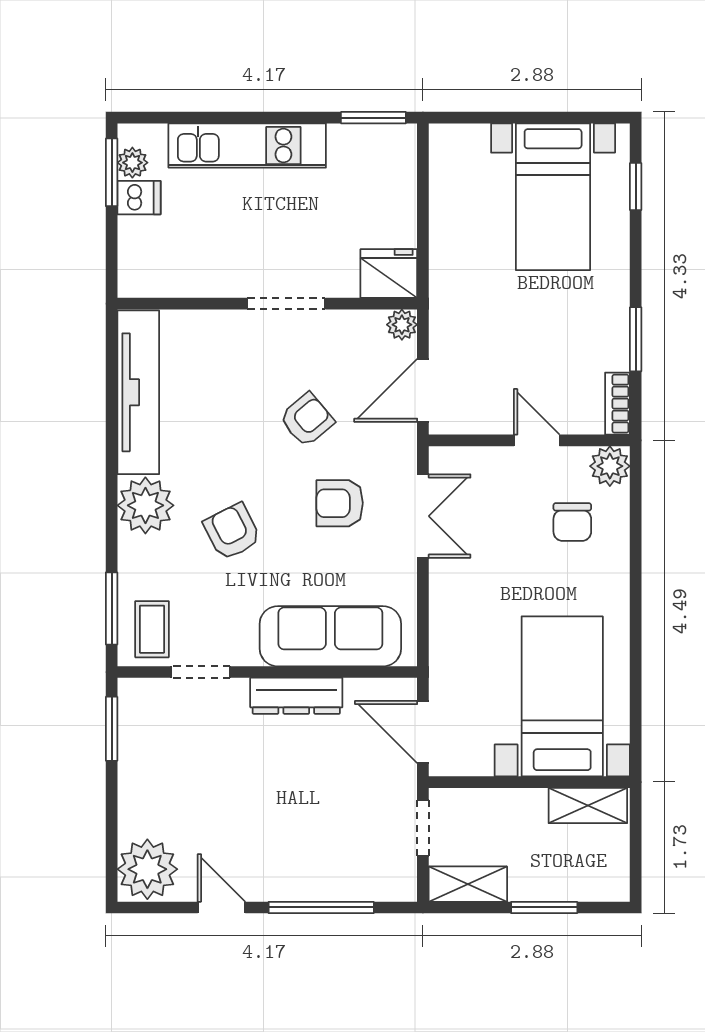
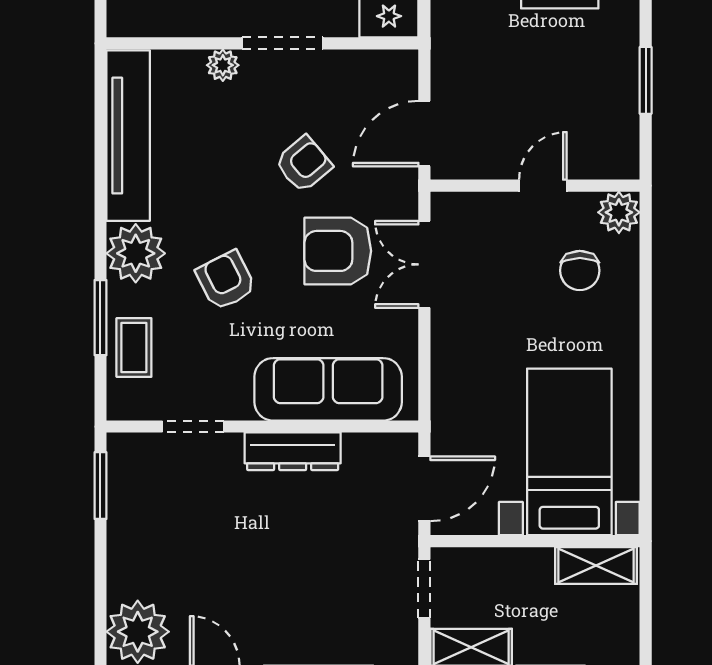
plant: (402, 325) -> (223, 65), moved
bookcase: (617, 404) -> (627, 147), removed
door: (537, 440) -> (543, 186), hinge flipped
armchair: (340, 503) -> (338, 251), width x1.38, depth x1.38
double door: (423, 516) -> (424, 264), swing flipped
window: (112, 608) -> (100, 318), moved
coffee table: (152, 629) -> (134, 347), moved
door: (423, 732) -> (424, 489), swing flipped

